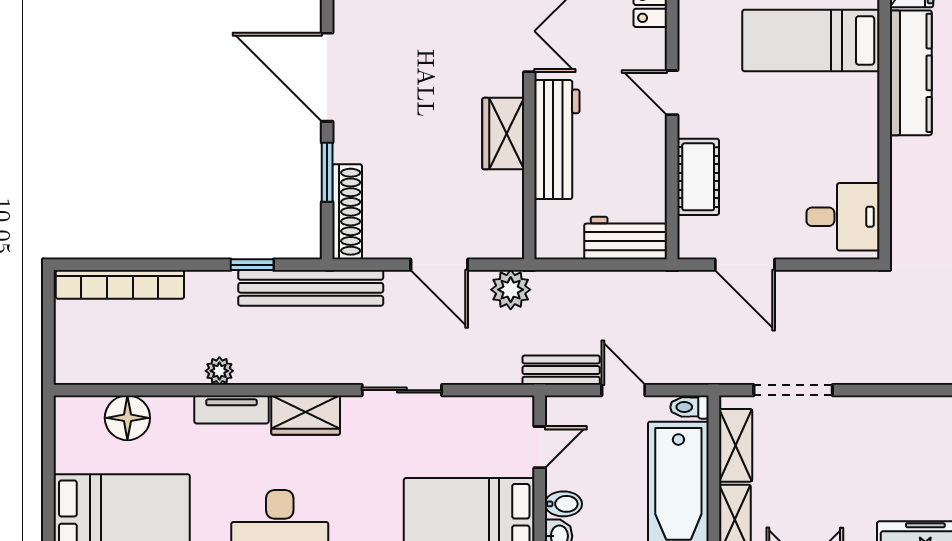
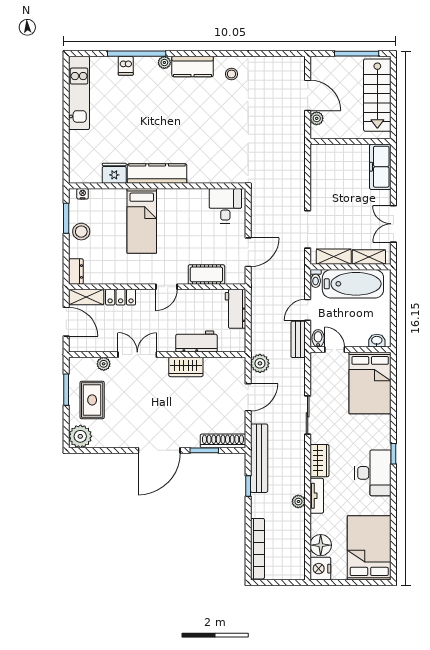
workbench: (557, 140) -> (196, 341), width x0.73
nightstand: (78, 417) -> (320, 569), added
bidet: (563, 504) -> (318, 338), moved

